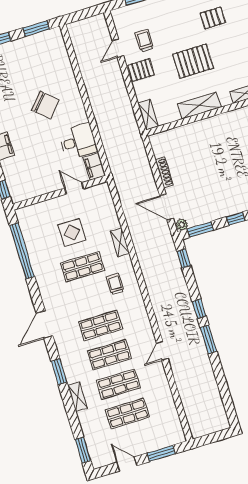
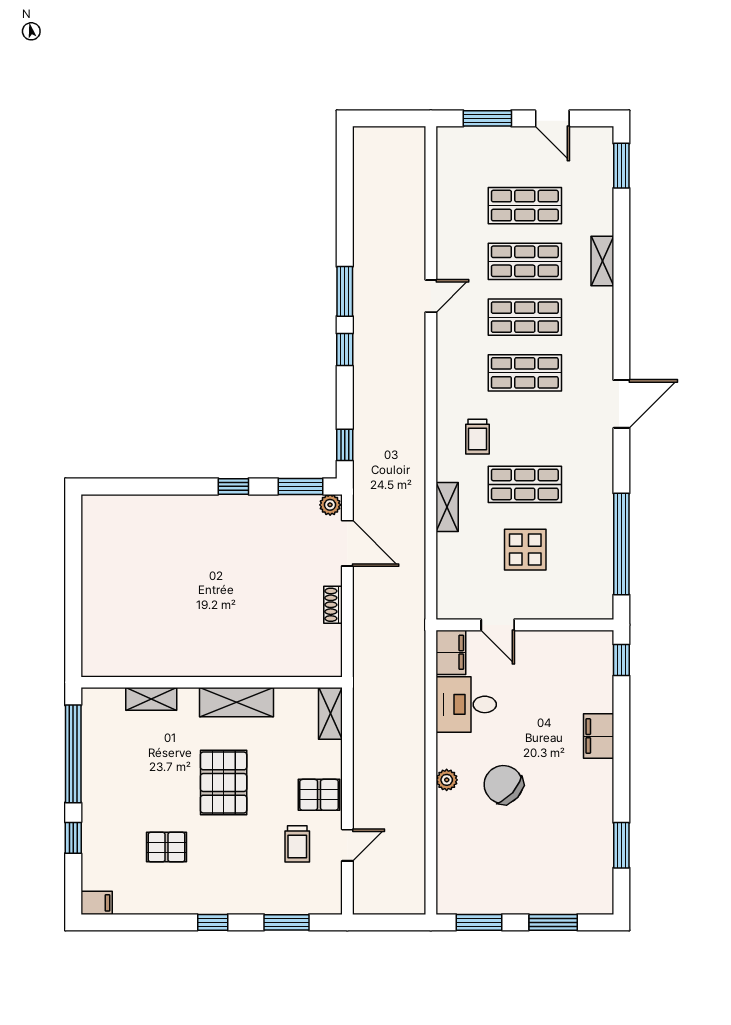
pallet: (193, 61) -> (224, 783), turned 90
plant: (76, 98) -> (447, 780), added
shoe rack: (164, 172) -> (333, 605), width x0.70
window: (59, 372) -> (621, 314), removed

